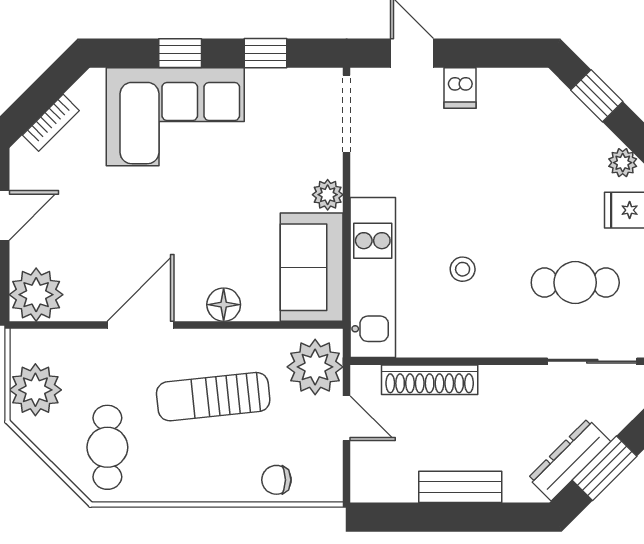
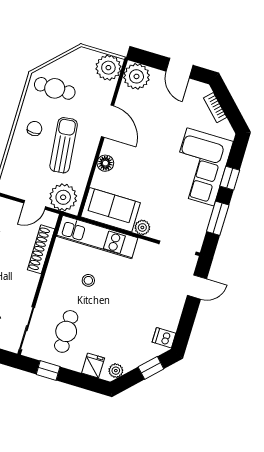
window: (266, 53) -> (218, 218), width x1.50
dishwasher: (460, 88) -> (164, 338), moved
plant: (35, 390) -> (108, 68), moved
chair: (276, 480) -> (34, 128), moved

